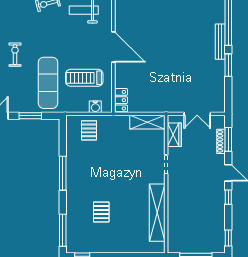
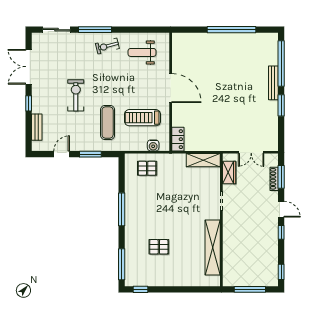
exercise bike: (15, 55) -> (76, 95), width x1.38, depth x1.39
exercise mat: (48, 83) -> (108, 122), width x0.73, depth x0.69
pallet: (89, 130) -> (147, 168), turned 90
pallet: (101, 212) -> (159, 247), turned 90

